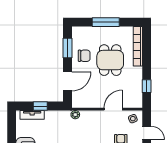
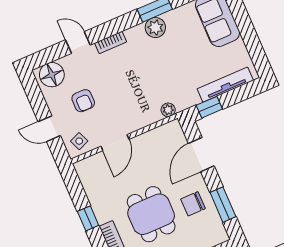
window: (147, 86) -> (88, 218), moved
window: (40, 106) -> (209, 107), moved
tv unit: (32, 115) -> (225, 85), width x1.41

